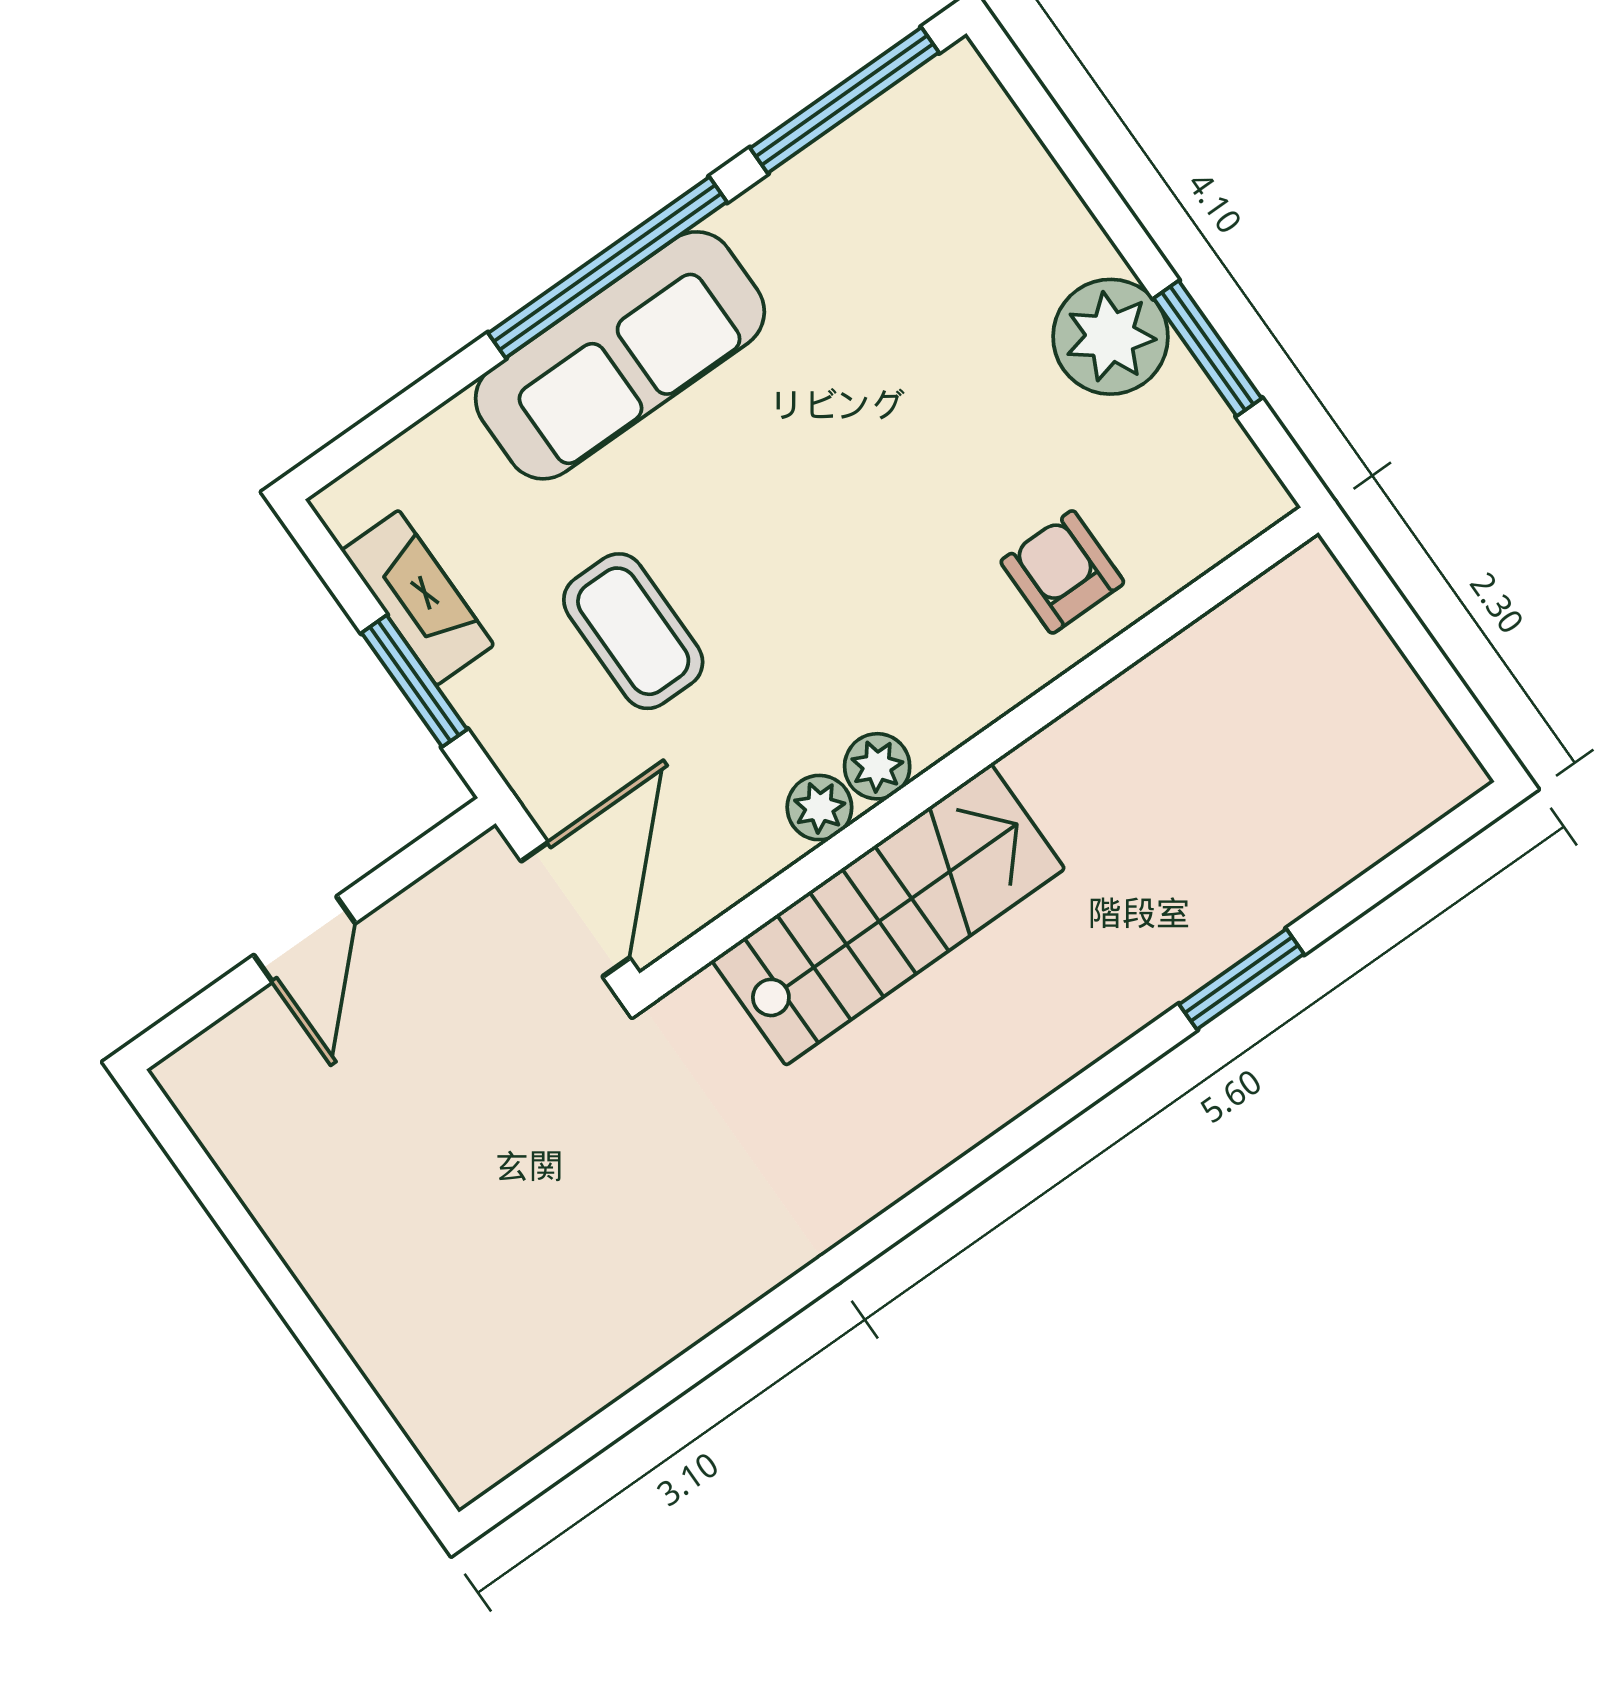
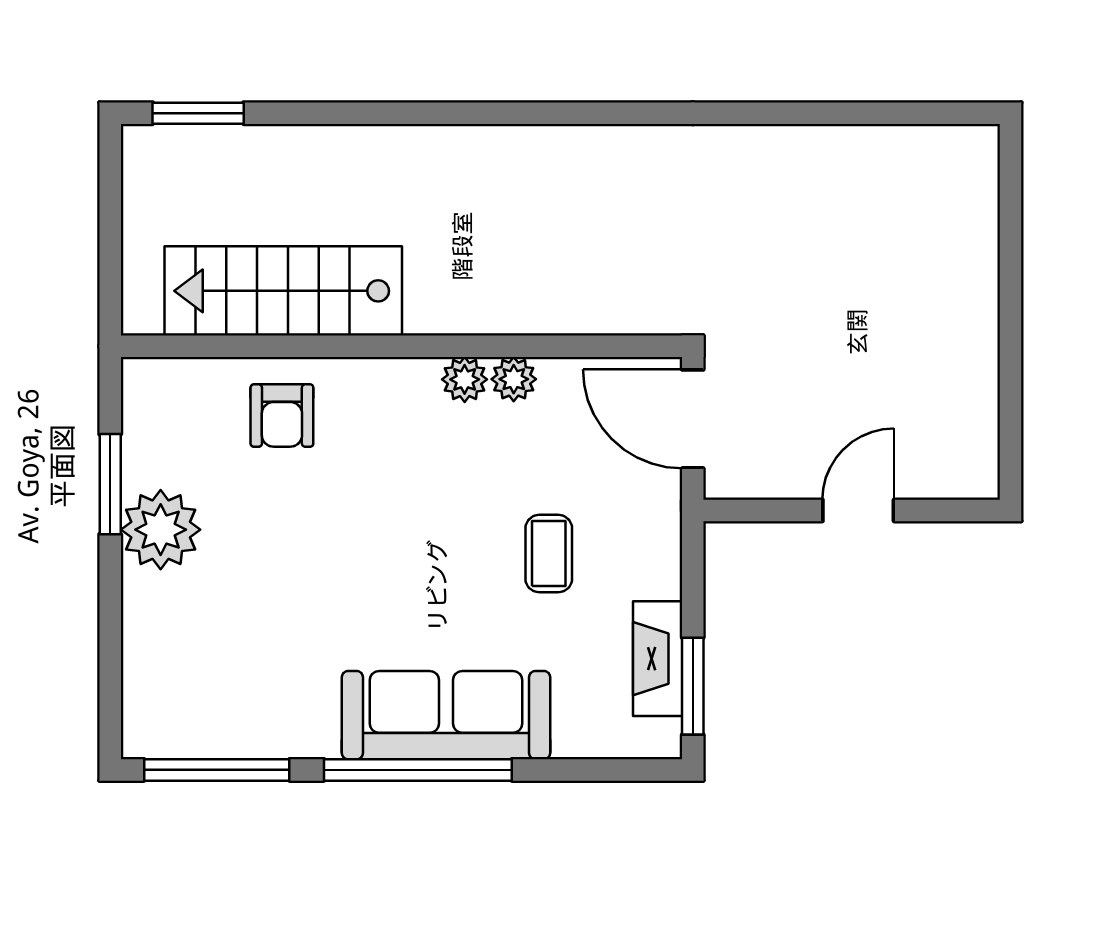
coffee table: (633, 631) -> (549, 554), width x0.73, depth x0.77
window: (414, 681) -> (693, 686), moved
door: (575, 909) -> (693, 419), hinge flipped
stairs: (888, 915) -> (283, 291), moved
window: (1242, 979) -> (198, 113), moved

